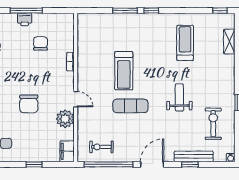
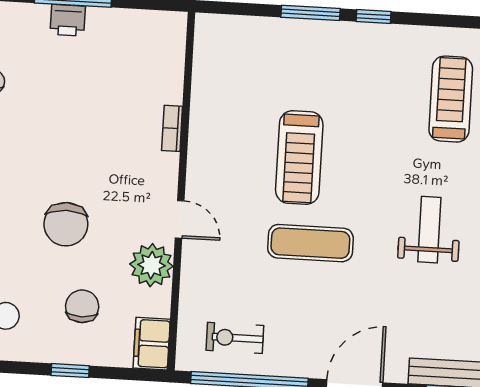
chair: (40, 43) -> (82, 306), moved

